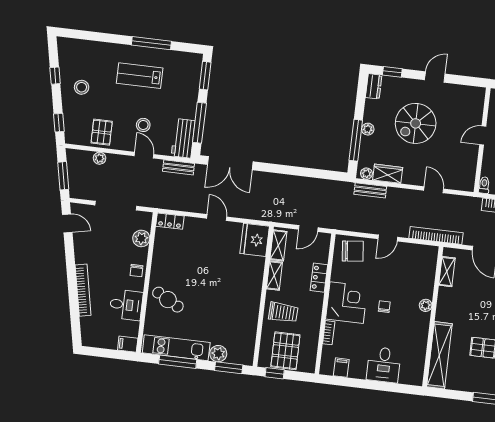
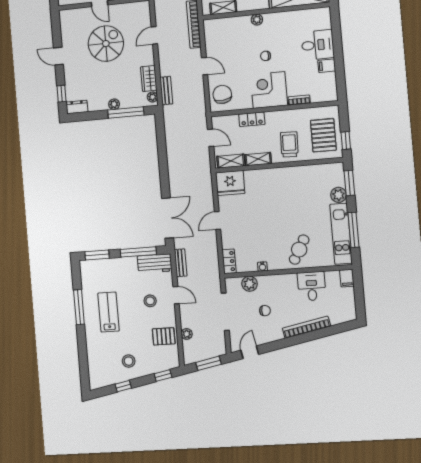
lab bench: (140, 76) -> (108, 312), turned 180
spiral stairs: (416, 123) -> (106, 44), moved, turned -90
door: (144, 155) -> (176, 295), swing flipped
water cooler: (157, 256) -> (262, 267), added
chair: (136, 271) -> (265, 311), moved
pallet: (285, 351) -> (323, 135), turned 90
filing cabinet: (341, 368) -> (327, 66), moved

